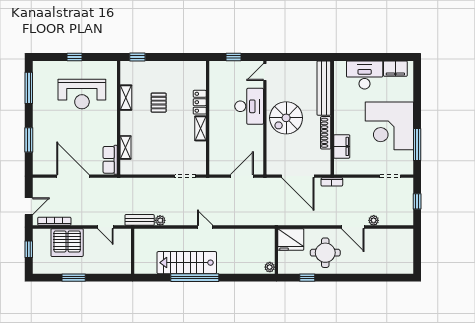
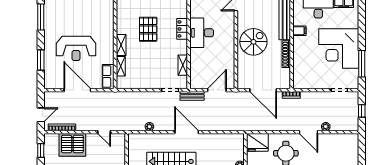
reception desk: (82, 94) -> (76, 48), moved
shelving: (126, 98) -> (121, 45), moved
pallet: (159, 103) -> (148, 29), width x1.50, depth x1.42
desk: (249, 106) -> (202, 33), moved, turned 180
spiral stairs: (286, 118) -> (253, 42), turned 180
shelving: (201, 128) -> (183, 65), moved
filing cabinet: (342, 146) -> (299, 31), moved, width x0.50
bench: (140, 220) -> (192, 96), moved
door: (205, 227) -> (187, 132), width x1.88

